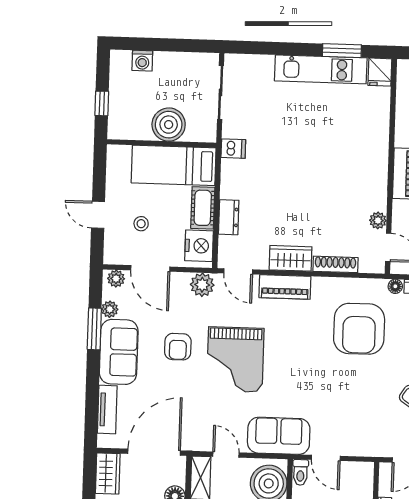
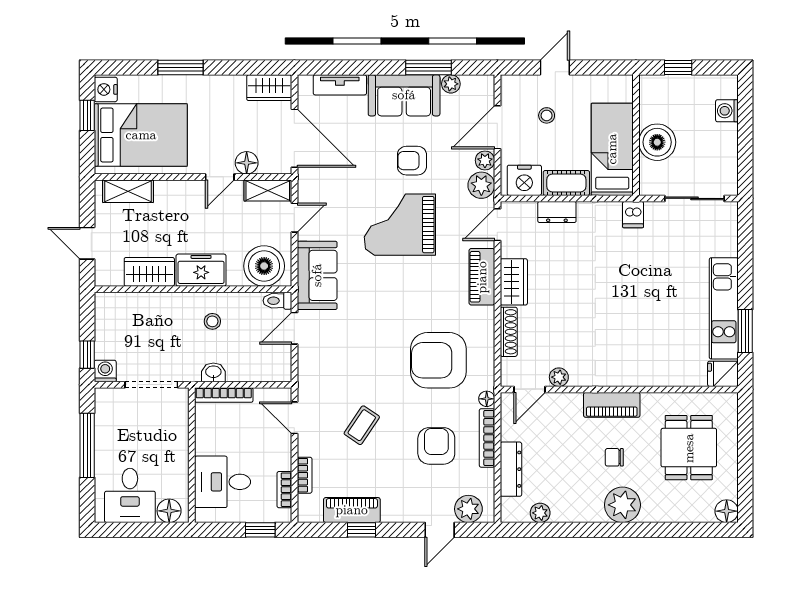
plant: (116, 279) -> (485, 160), moved

